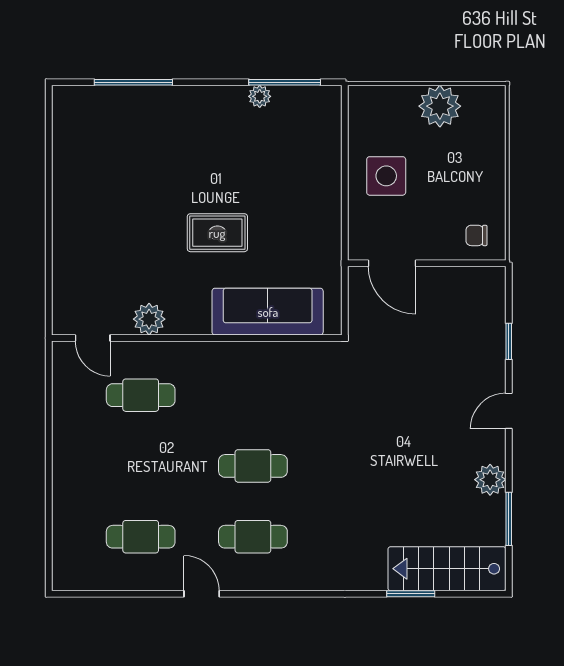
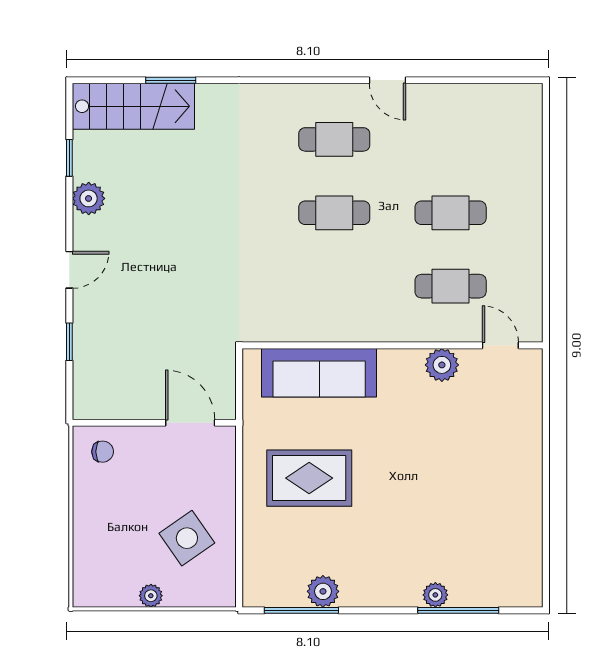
plant: (260, 96) -> (323, 591), width x1.38, depth x1.38
plant: (155, 97) -> (435, 595), added
plant: (440, 106) -> (151, 596), width x0.53, depth x0.53
side table: (386, 176) -> (187, 538), moved, turned -35
rug: (217, 233) -> (309, 478), moved, width x1.36, depth x1.43
window: (509, 519) -> (69, 158), width x0.67
cafe table: (141, 537) -> (451, 213), moved

